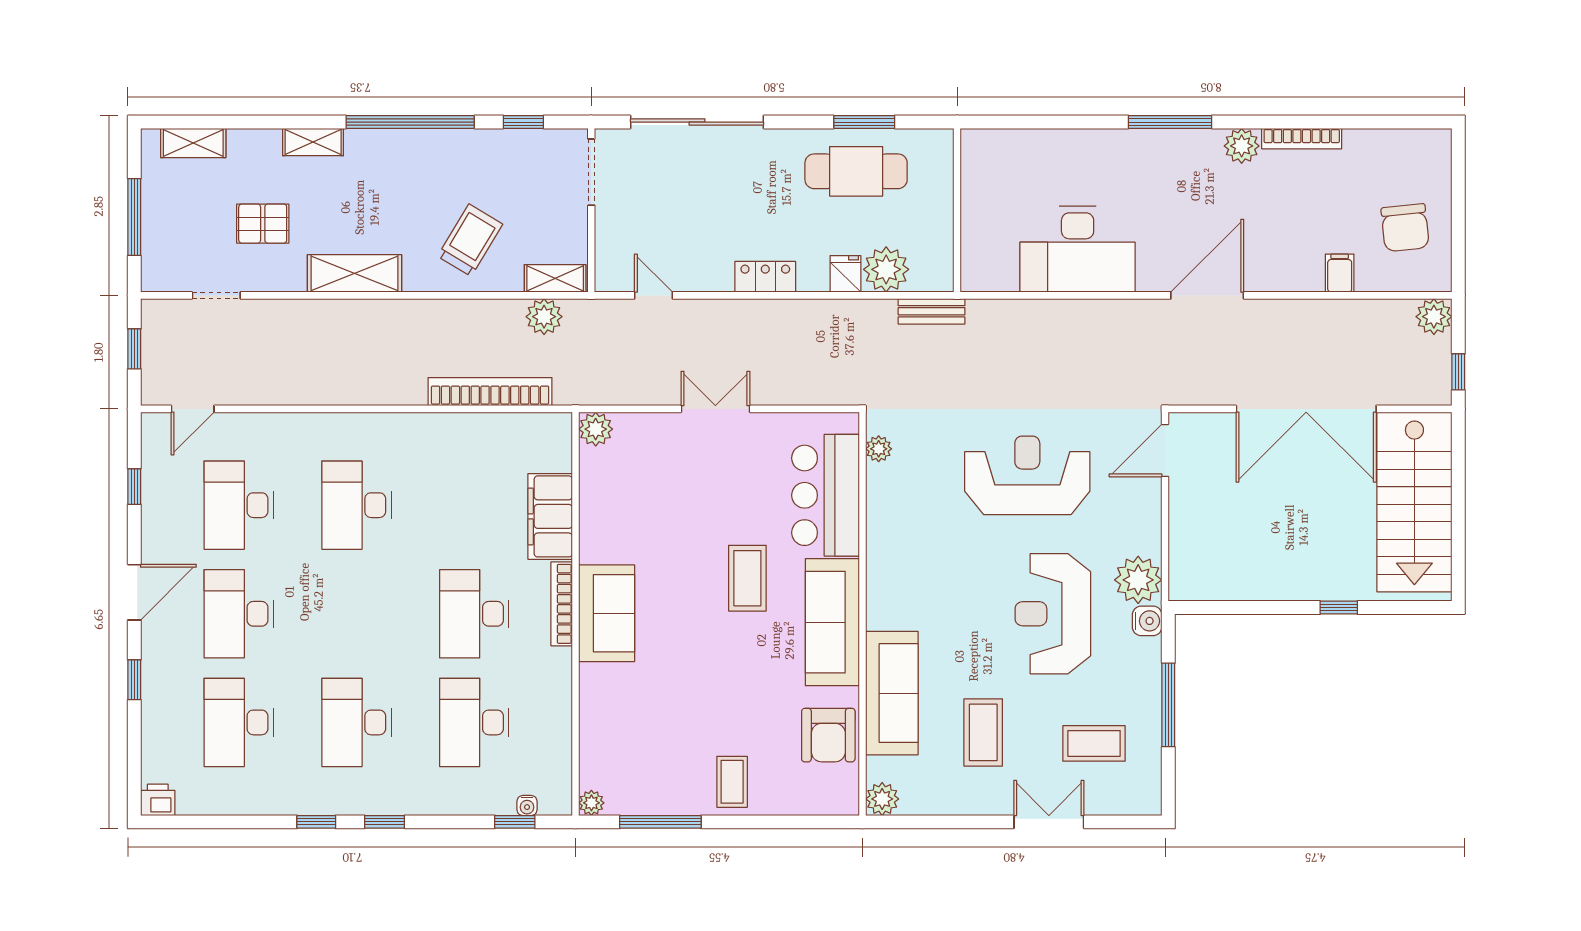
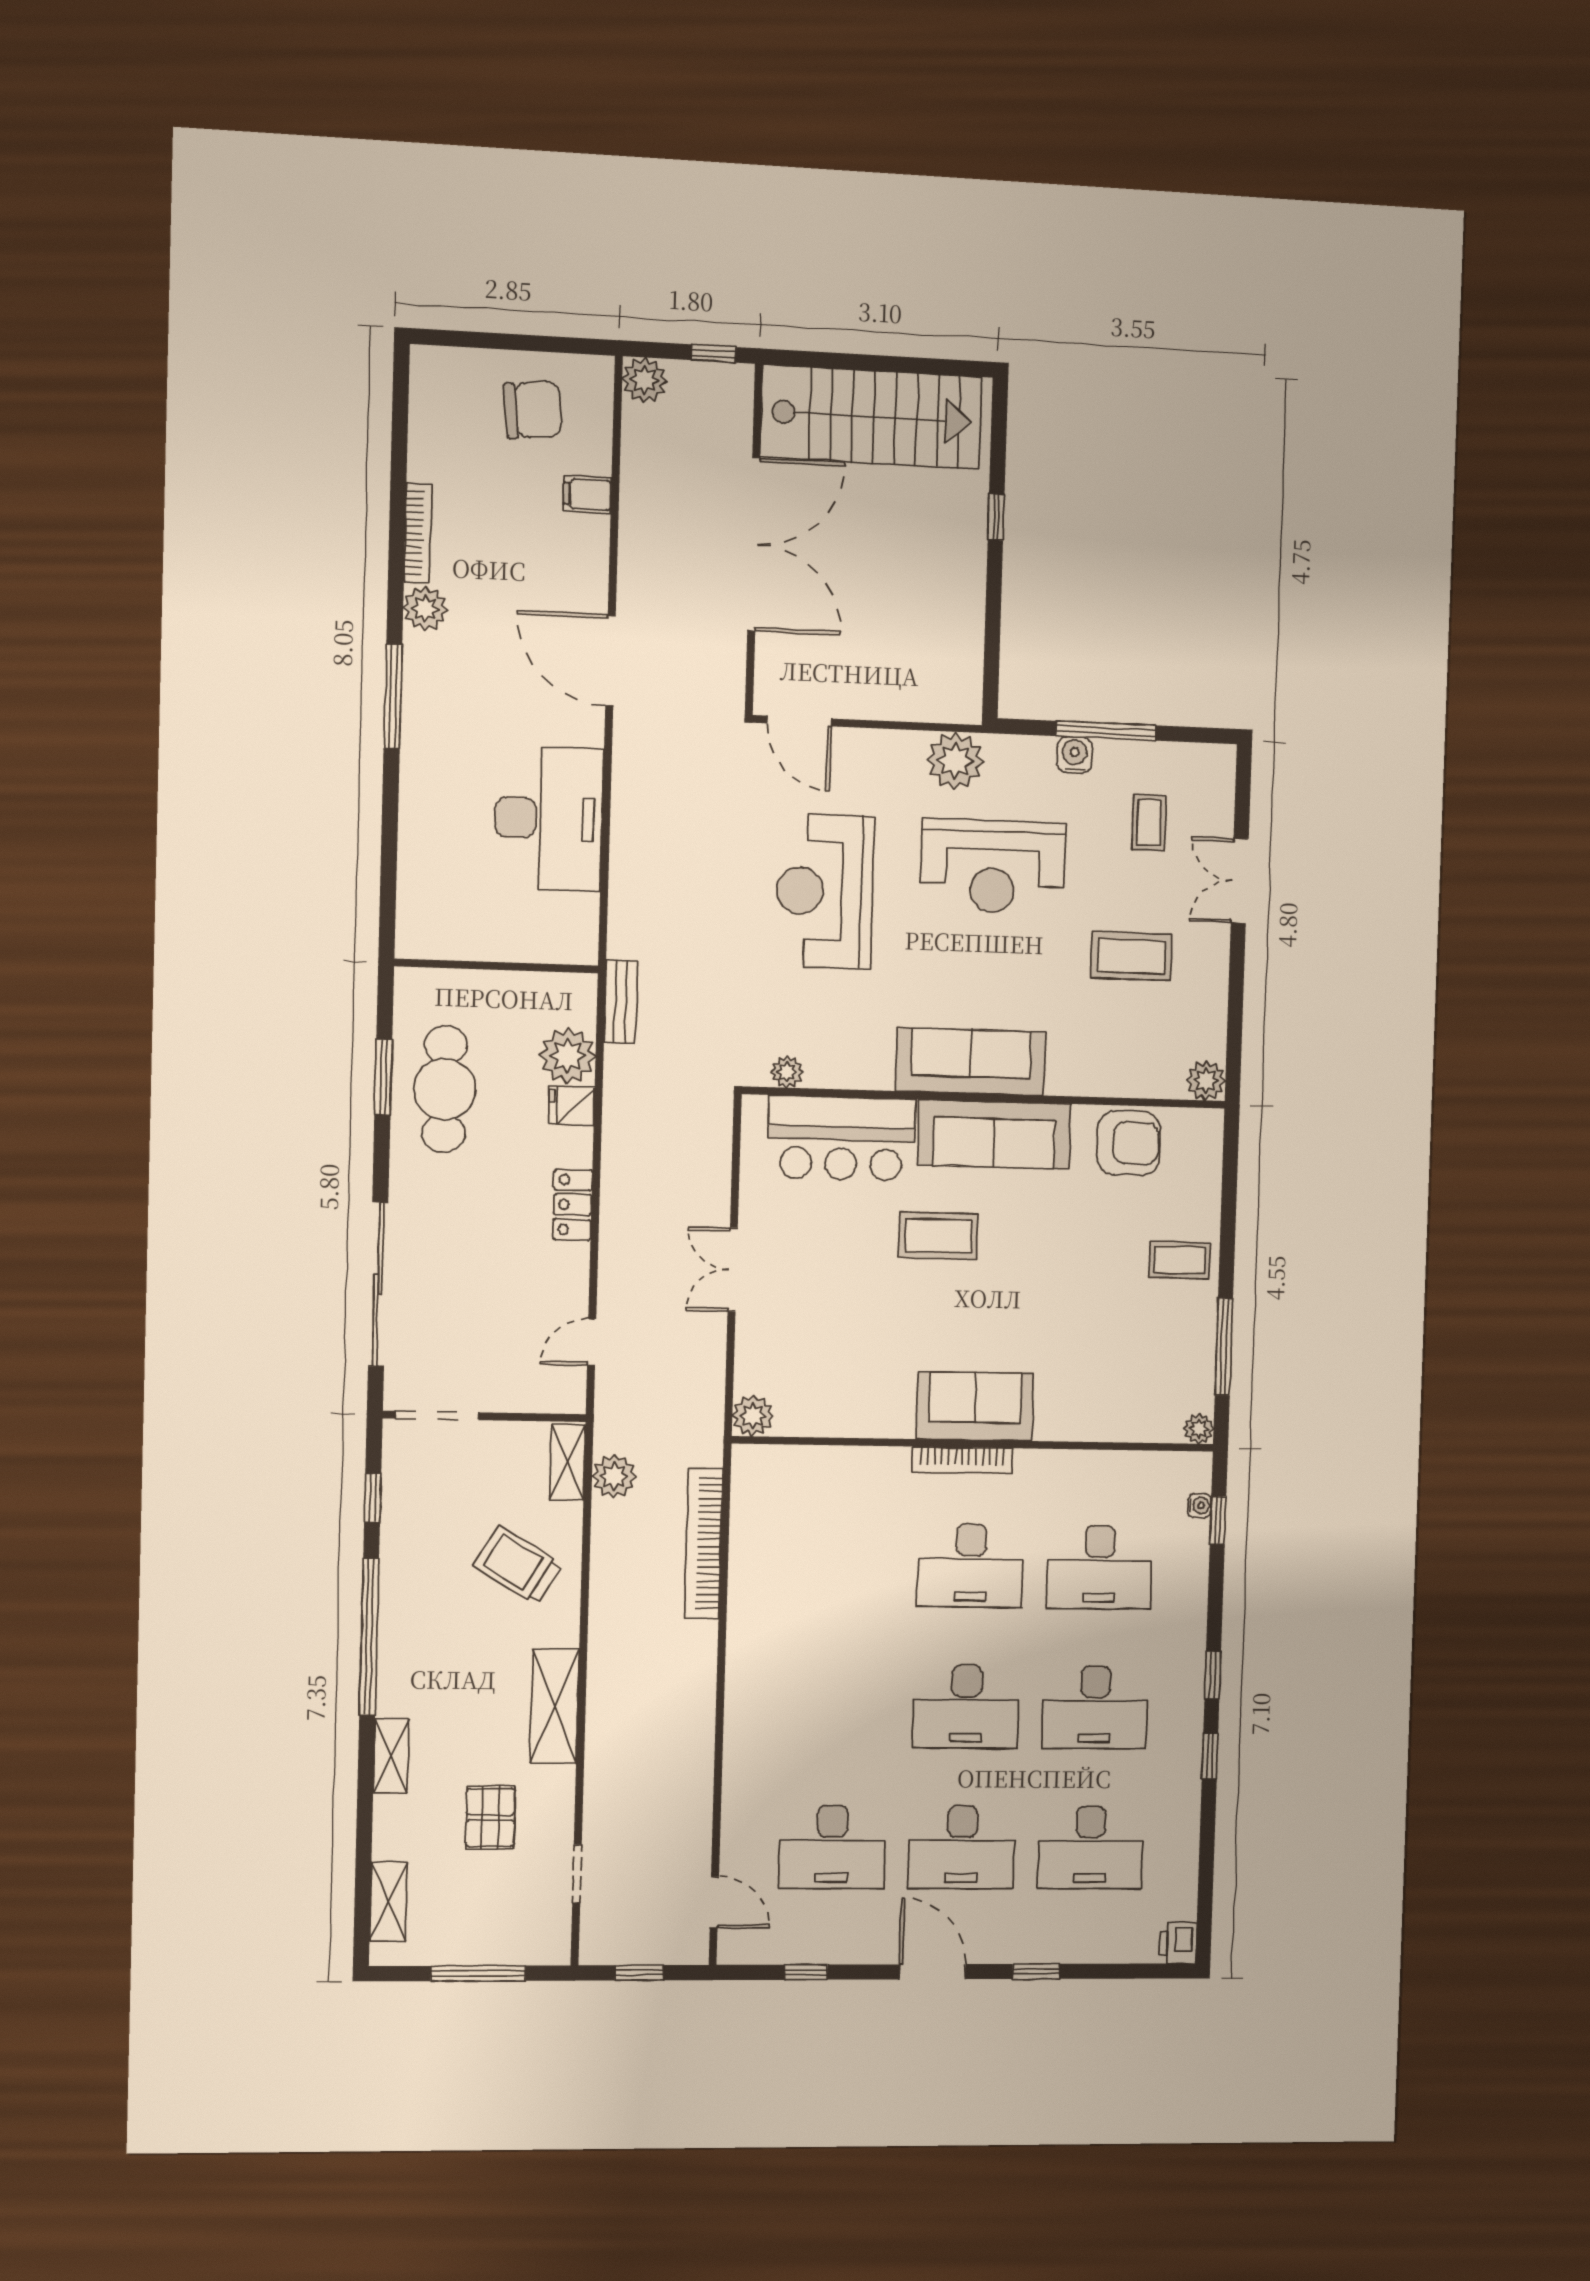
desk: (356, 505) -> (966, 1707), moved
filing cabinet: (550, 516) -> (857, 1473), removed
water cooler: (1147, 621) -> (1075, 755), moved
sofa: (892, 693) -> (971, 1061), moved
coffee table: (1094, 743) -> (1149, 823), width x0.73, depth x0.77

